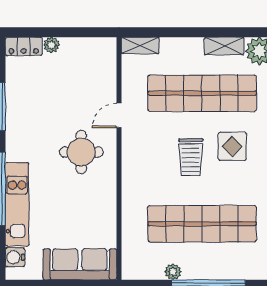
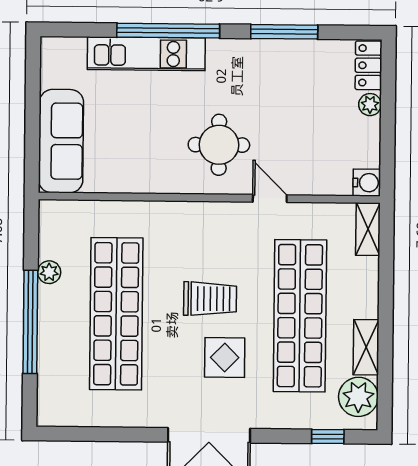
trolley: (191, 157) -> (210, 299), turned 180
water cooler: (15, 257) -> (367, 183), moved, turned 90

